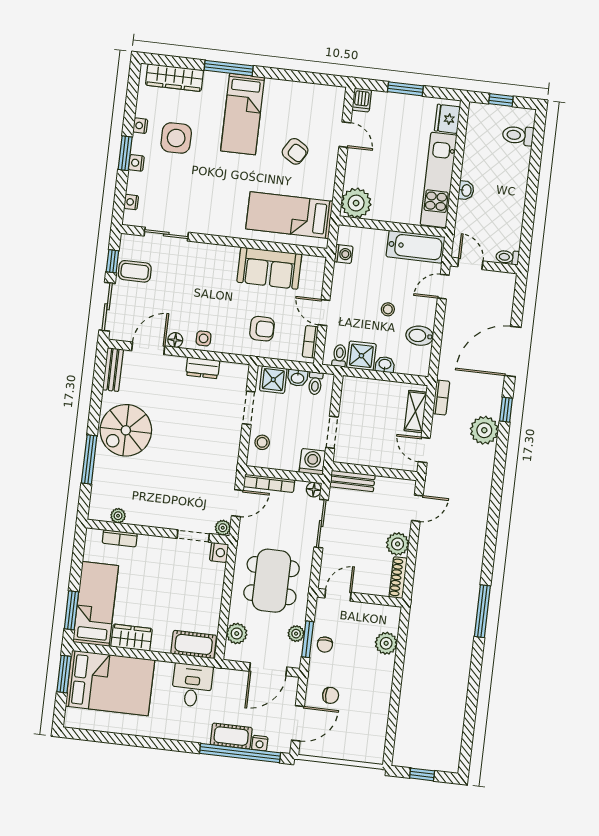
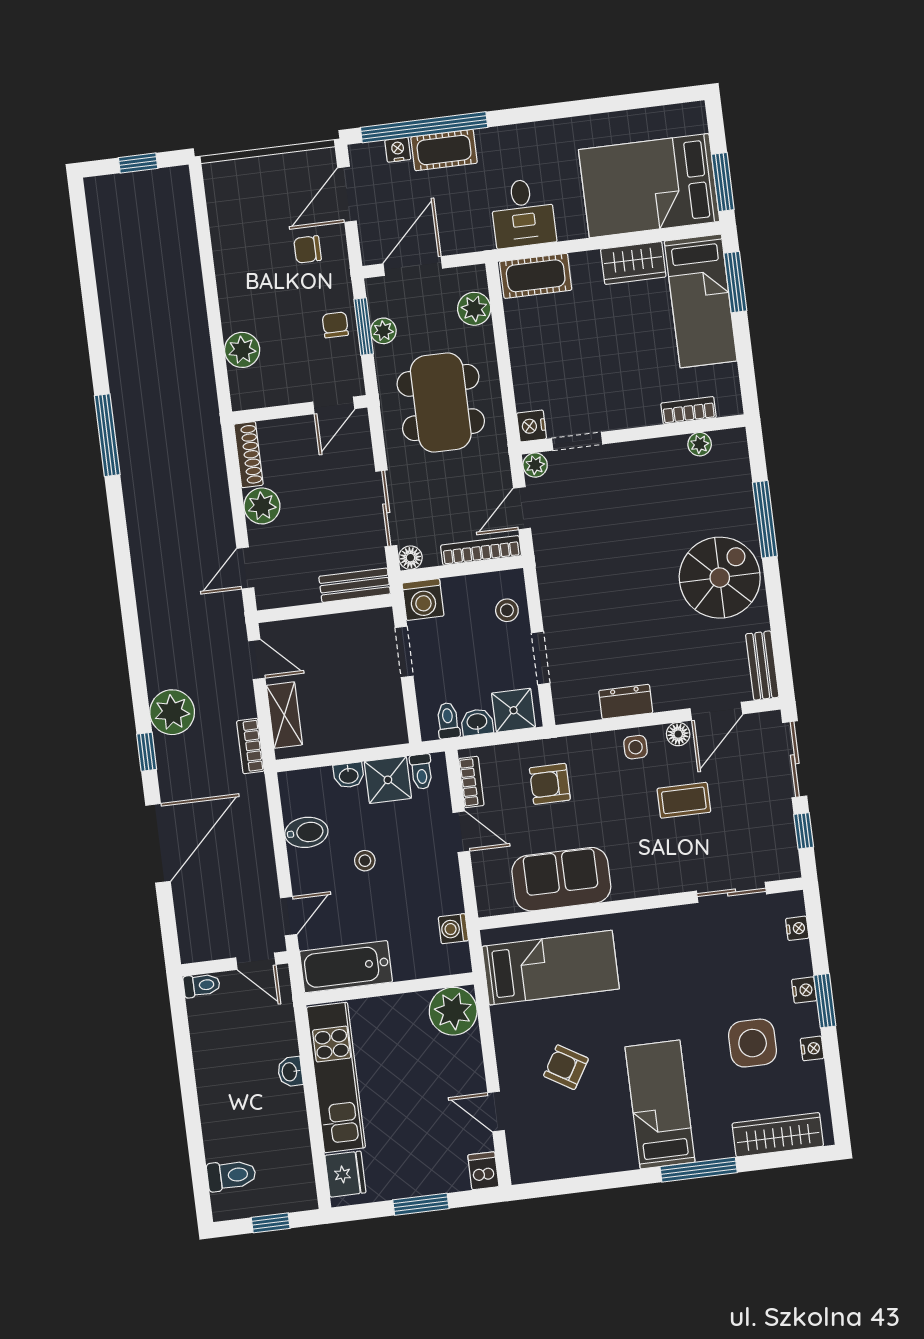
coffee table: (135, 271) -> (684, 800), moved

